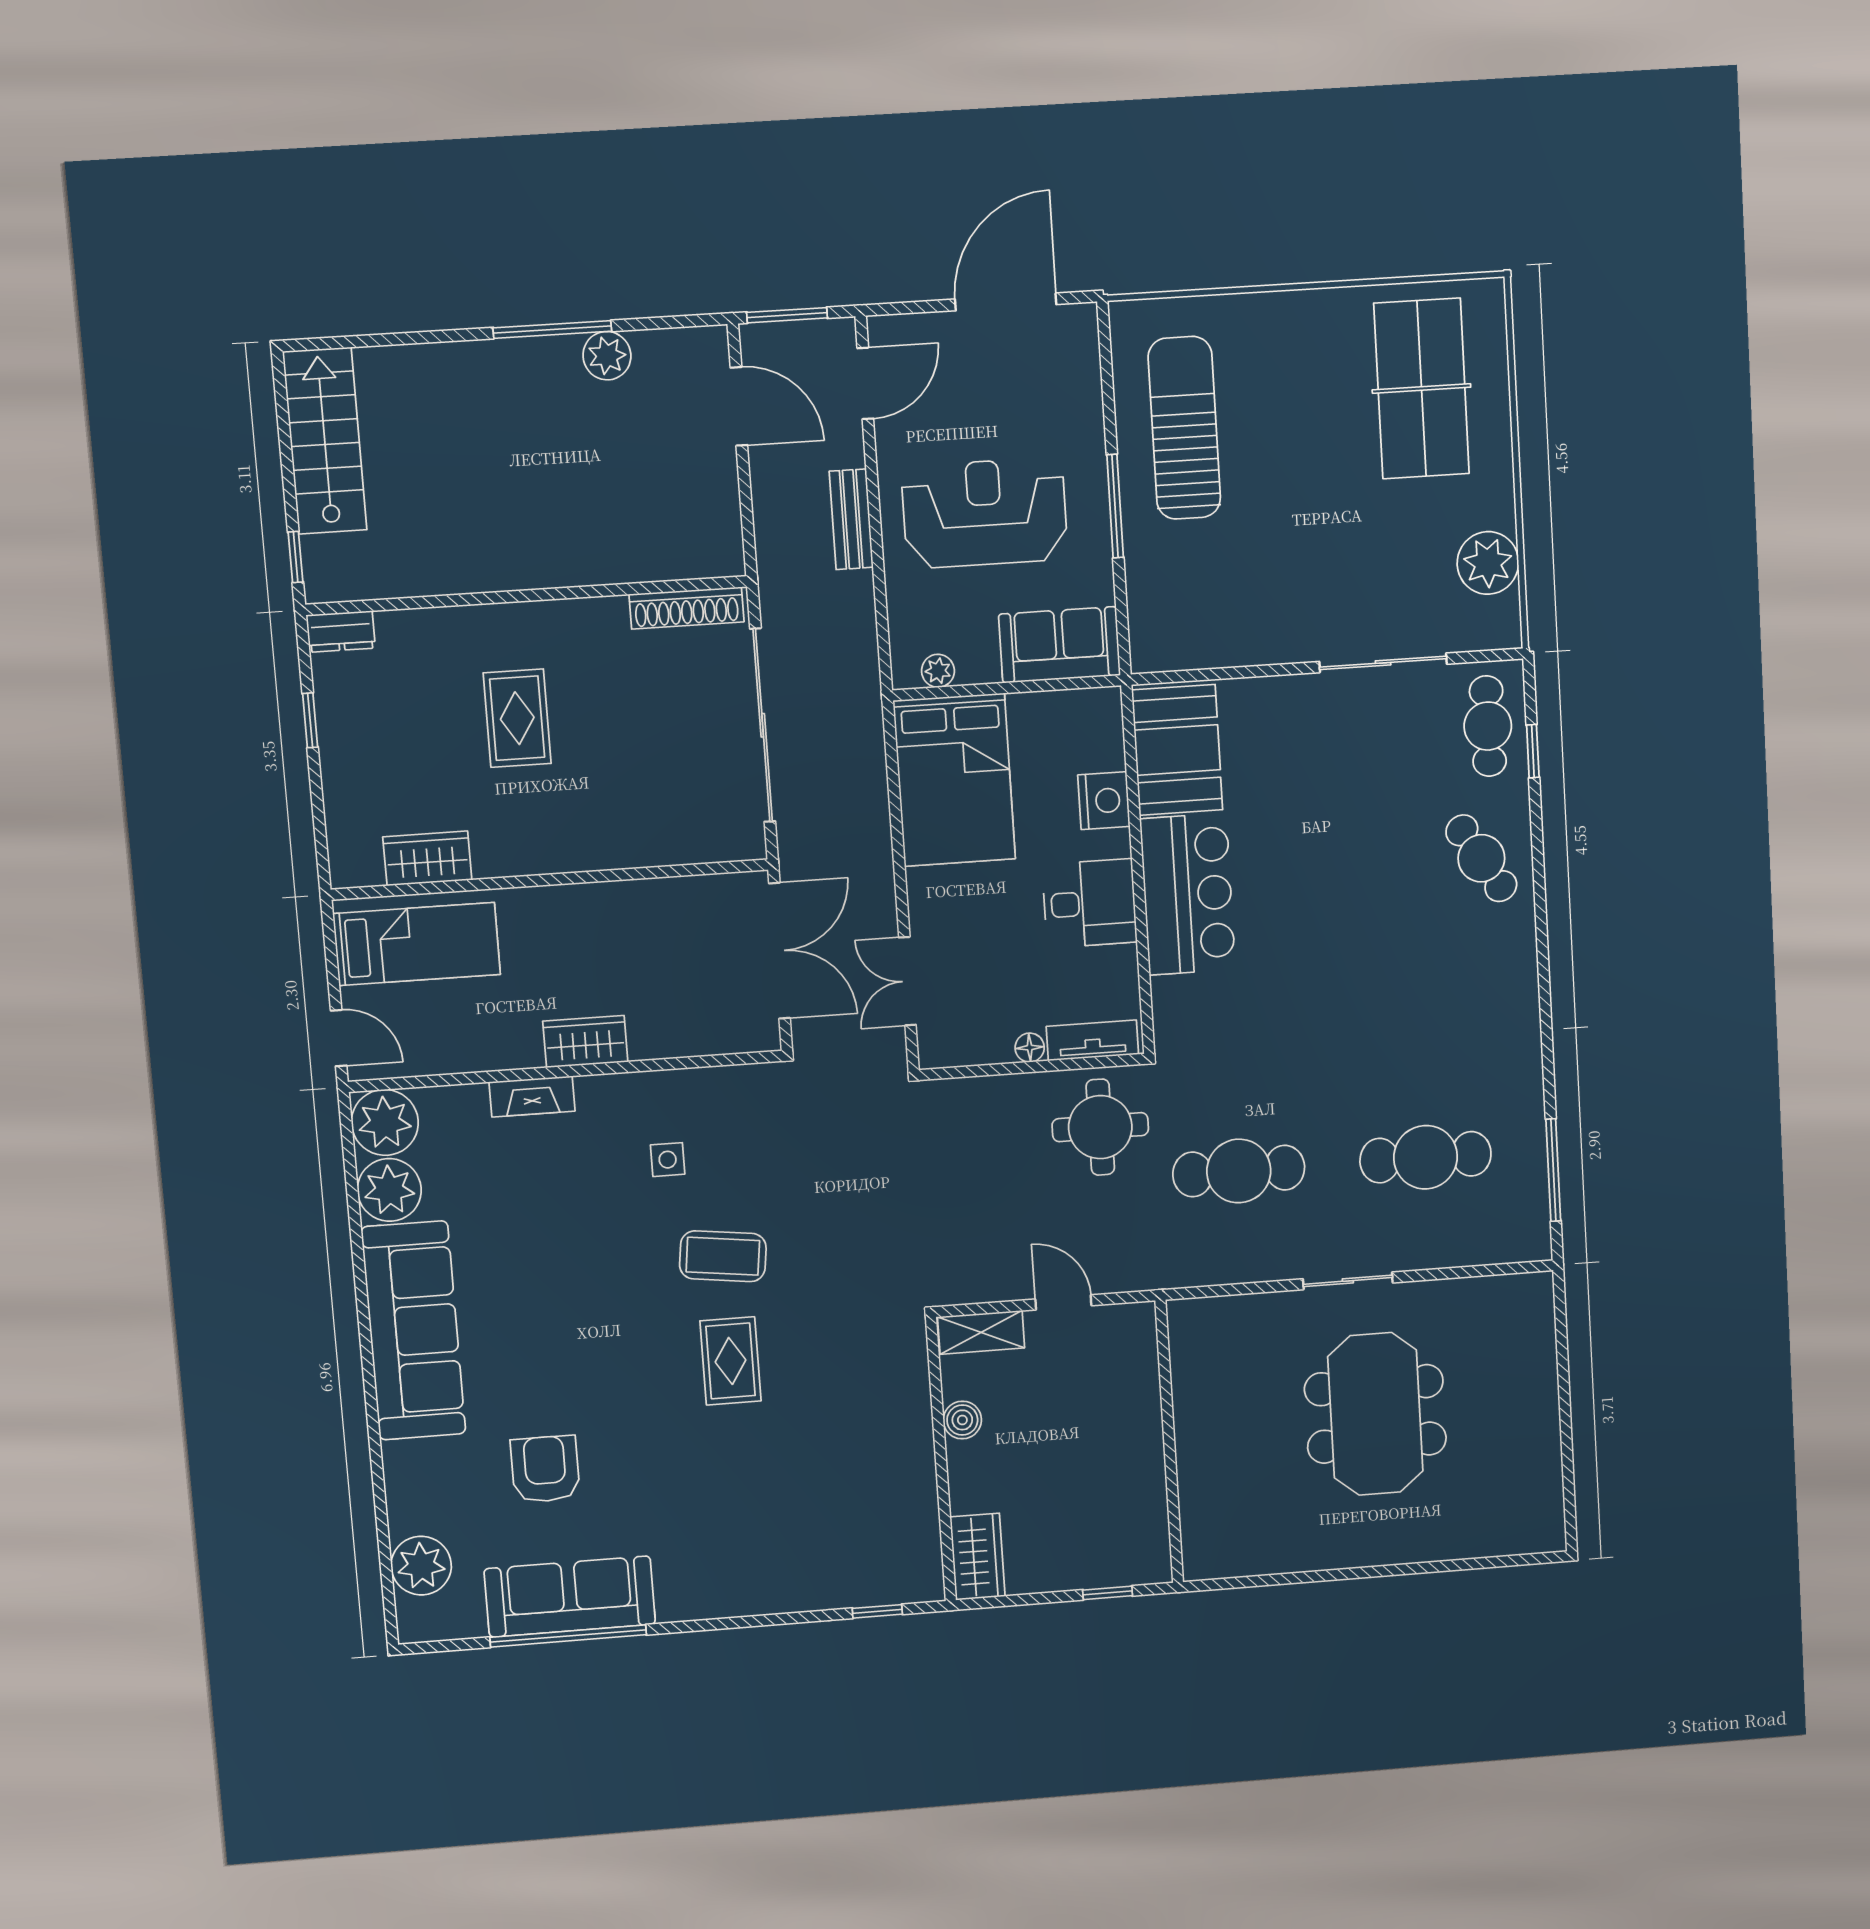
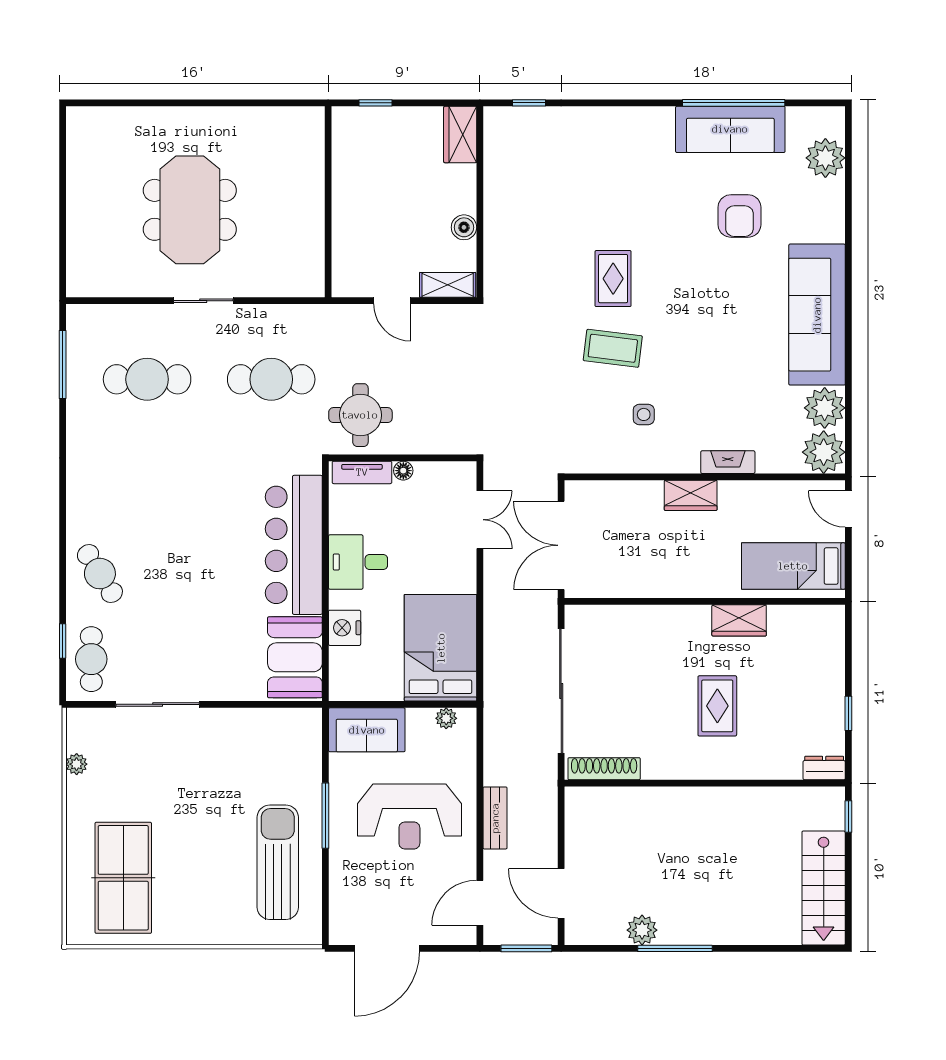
sun lounger: (1184, 428) -> (278, 862), turned 180
plant: (1488, 563) -> (77, 764), width x0.53, depth x0.53
wardrobe: (427, 858) -> (739, 620), moved
bar counter: (1188, 894) -> (294, 545), width x1.36

